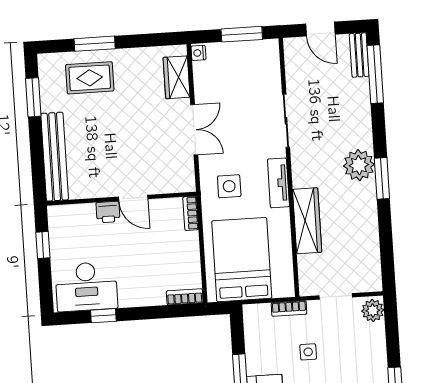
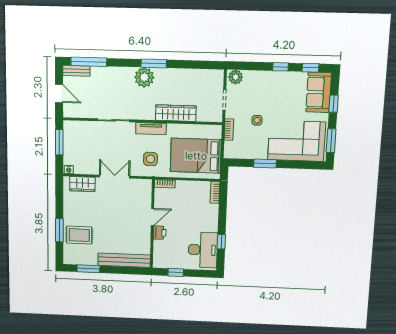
door: (320, 29) -> (59, 94), hinge flipped
rug: (90, 78) -> (79, 235), turned 90

